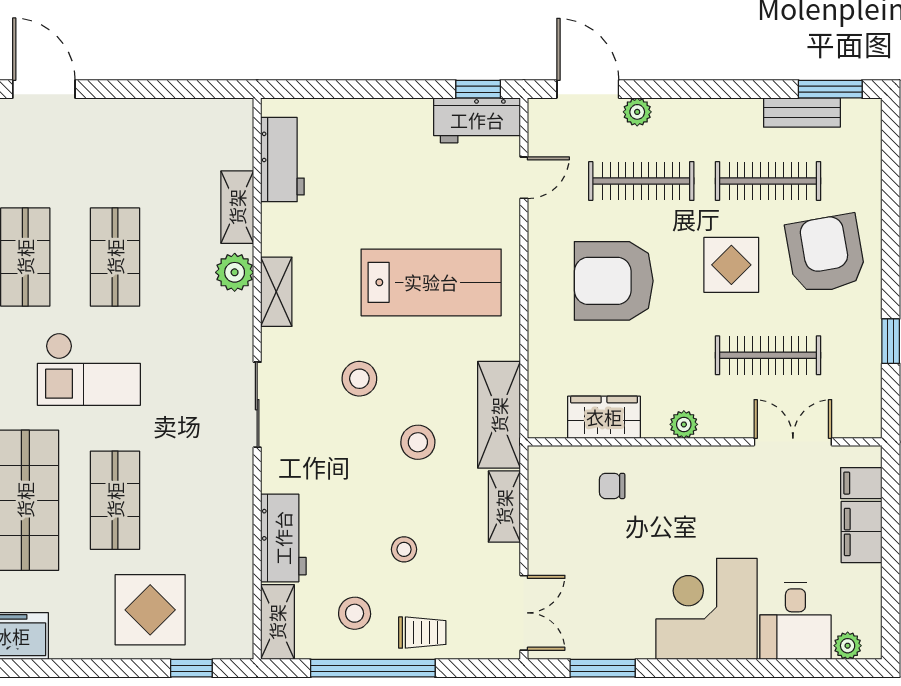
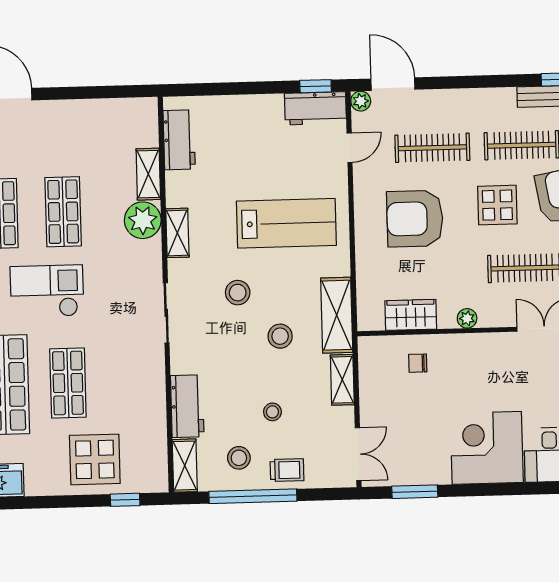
plant: (637, 112) -> (361, 101), moved
plant: (235, 272) -> (143, 220), width x1.36, depth x1.36
checkout: (89, 369) -> (47, 291), turned 180

